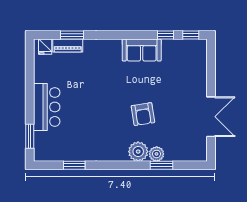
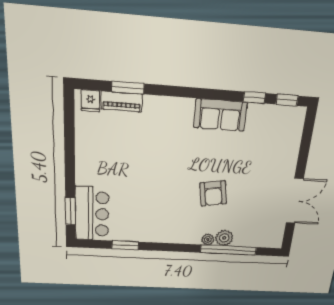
bar counter: (47, 107) -> (92, 214), moved
plant: (138, 152) -> (208, 239), width x0.53, depth x0.53
window: (161, 165) -> (228, 250), width x2.11

